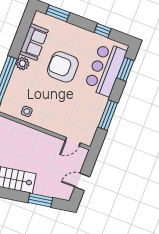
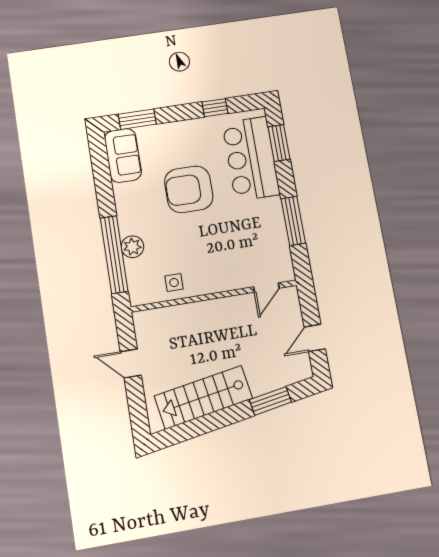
sofa: (34, 42) -> (123, 155), moved
plant: (23, 63) -> (132, 247), moved

